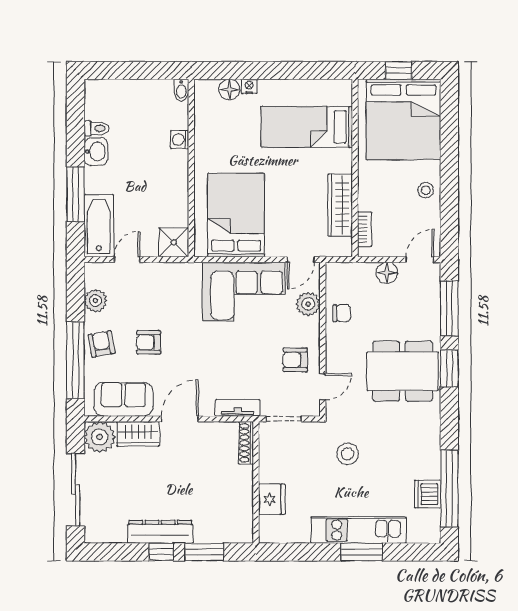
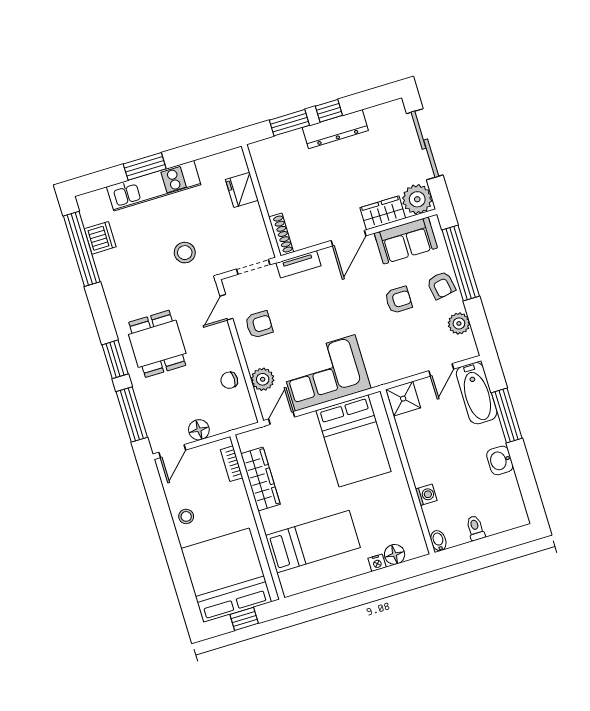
toilet: (97, 128) -> (475, 528), moved, turned 90
dining table: (403, 371) -> (157, 344), width x0.73

